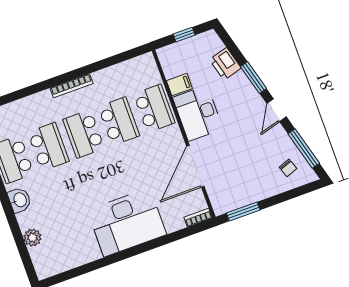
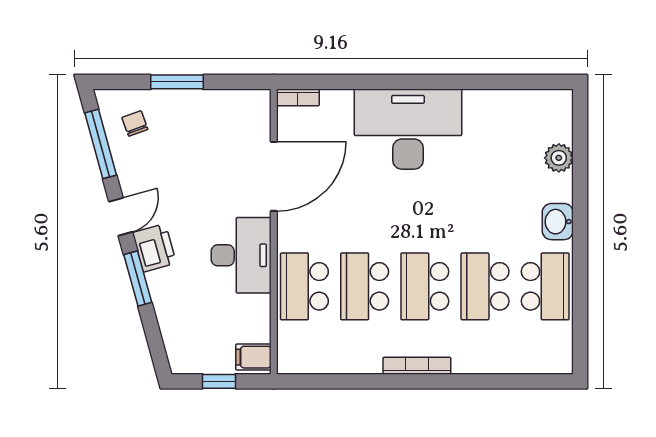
printer: (225, 64) -> (154, 248), moved
filing cabinet: (179, 85) -> (253, 357), moved
school desk: (84, 134) -> (425, 286), turned 180
window: (243, 212) -> (177, 82), moved

